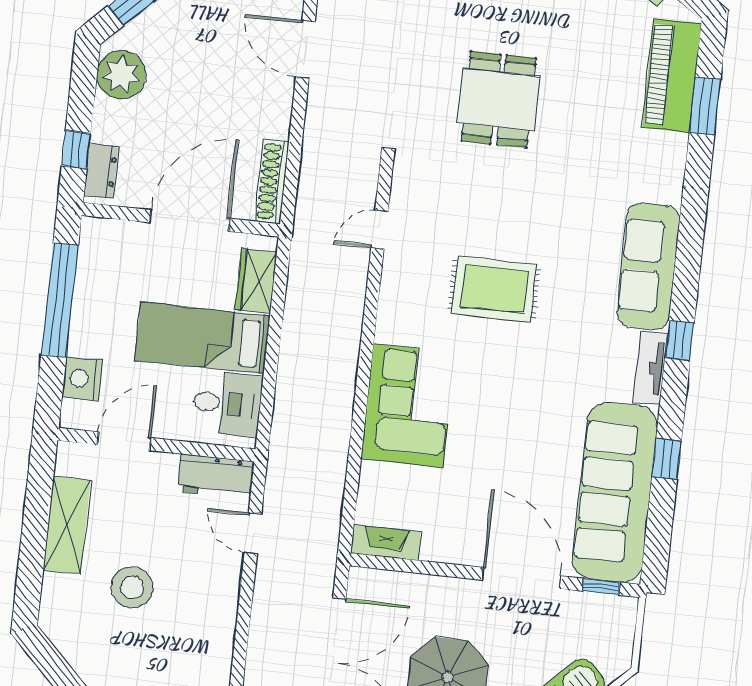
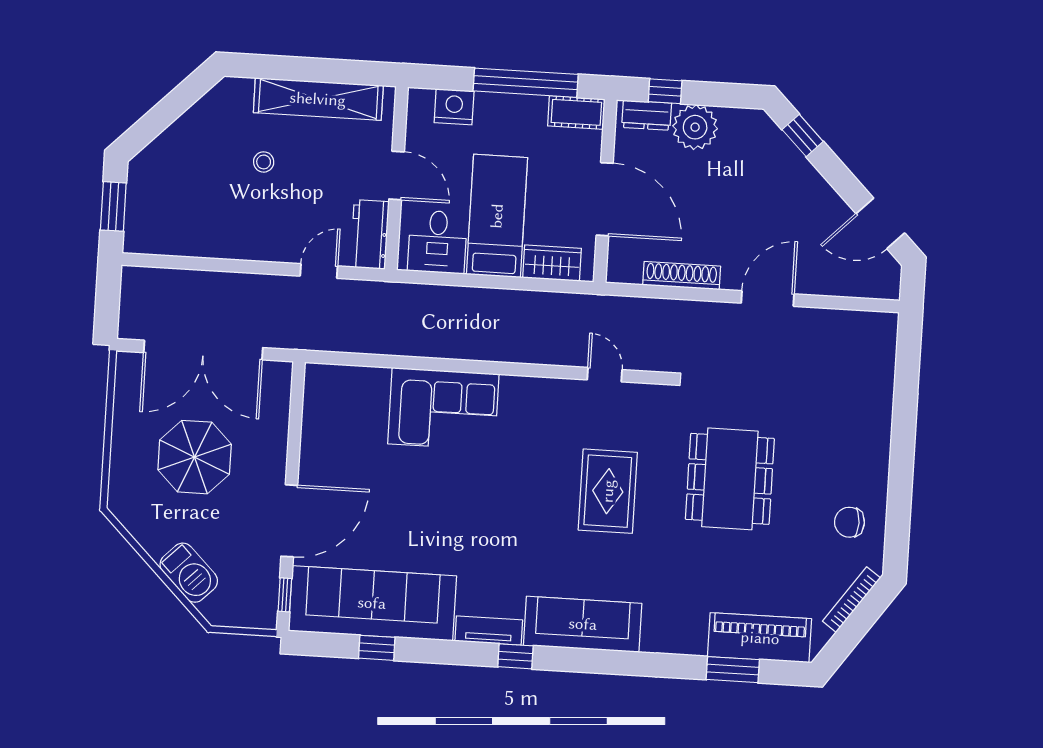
plant: (121, 75) -> (695, 127), moved
dining table: (499, 99) -> (730, 479), width x1.38
shoe rack: (272, 182) -> (682, 276), moved
cot: (95, 247) -> (576, 112), added
rug: (494, 289) -> (608, 491), moved
door: (124, 441) -> (397, 175), moved
window: (667, 459) -> (377, 648), moved
shelving: (67, 525) -> (318, 99), width x1.47
fireplace: (386, 542) -> (316, 394), removed
stool: (132, 587) -> (264, 162), width x0.53, depth x0.53

